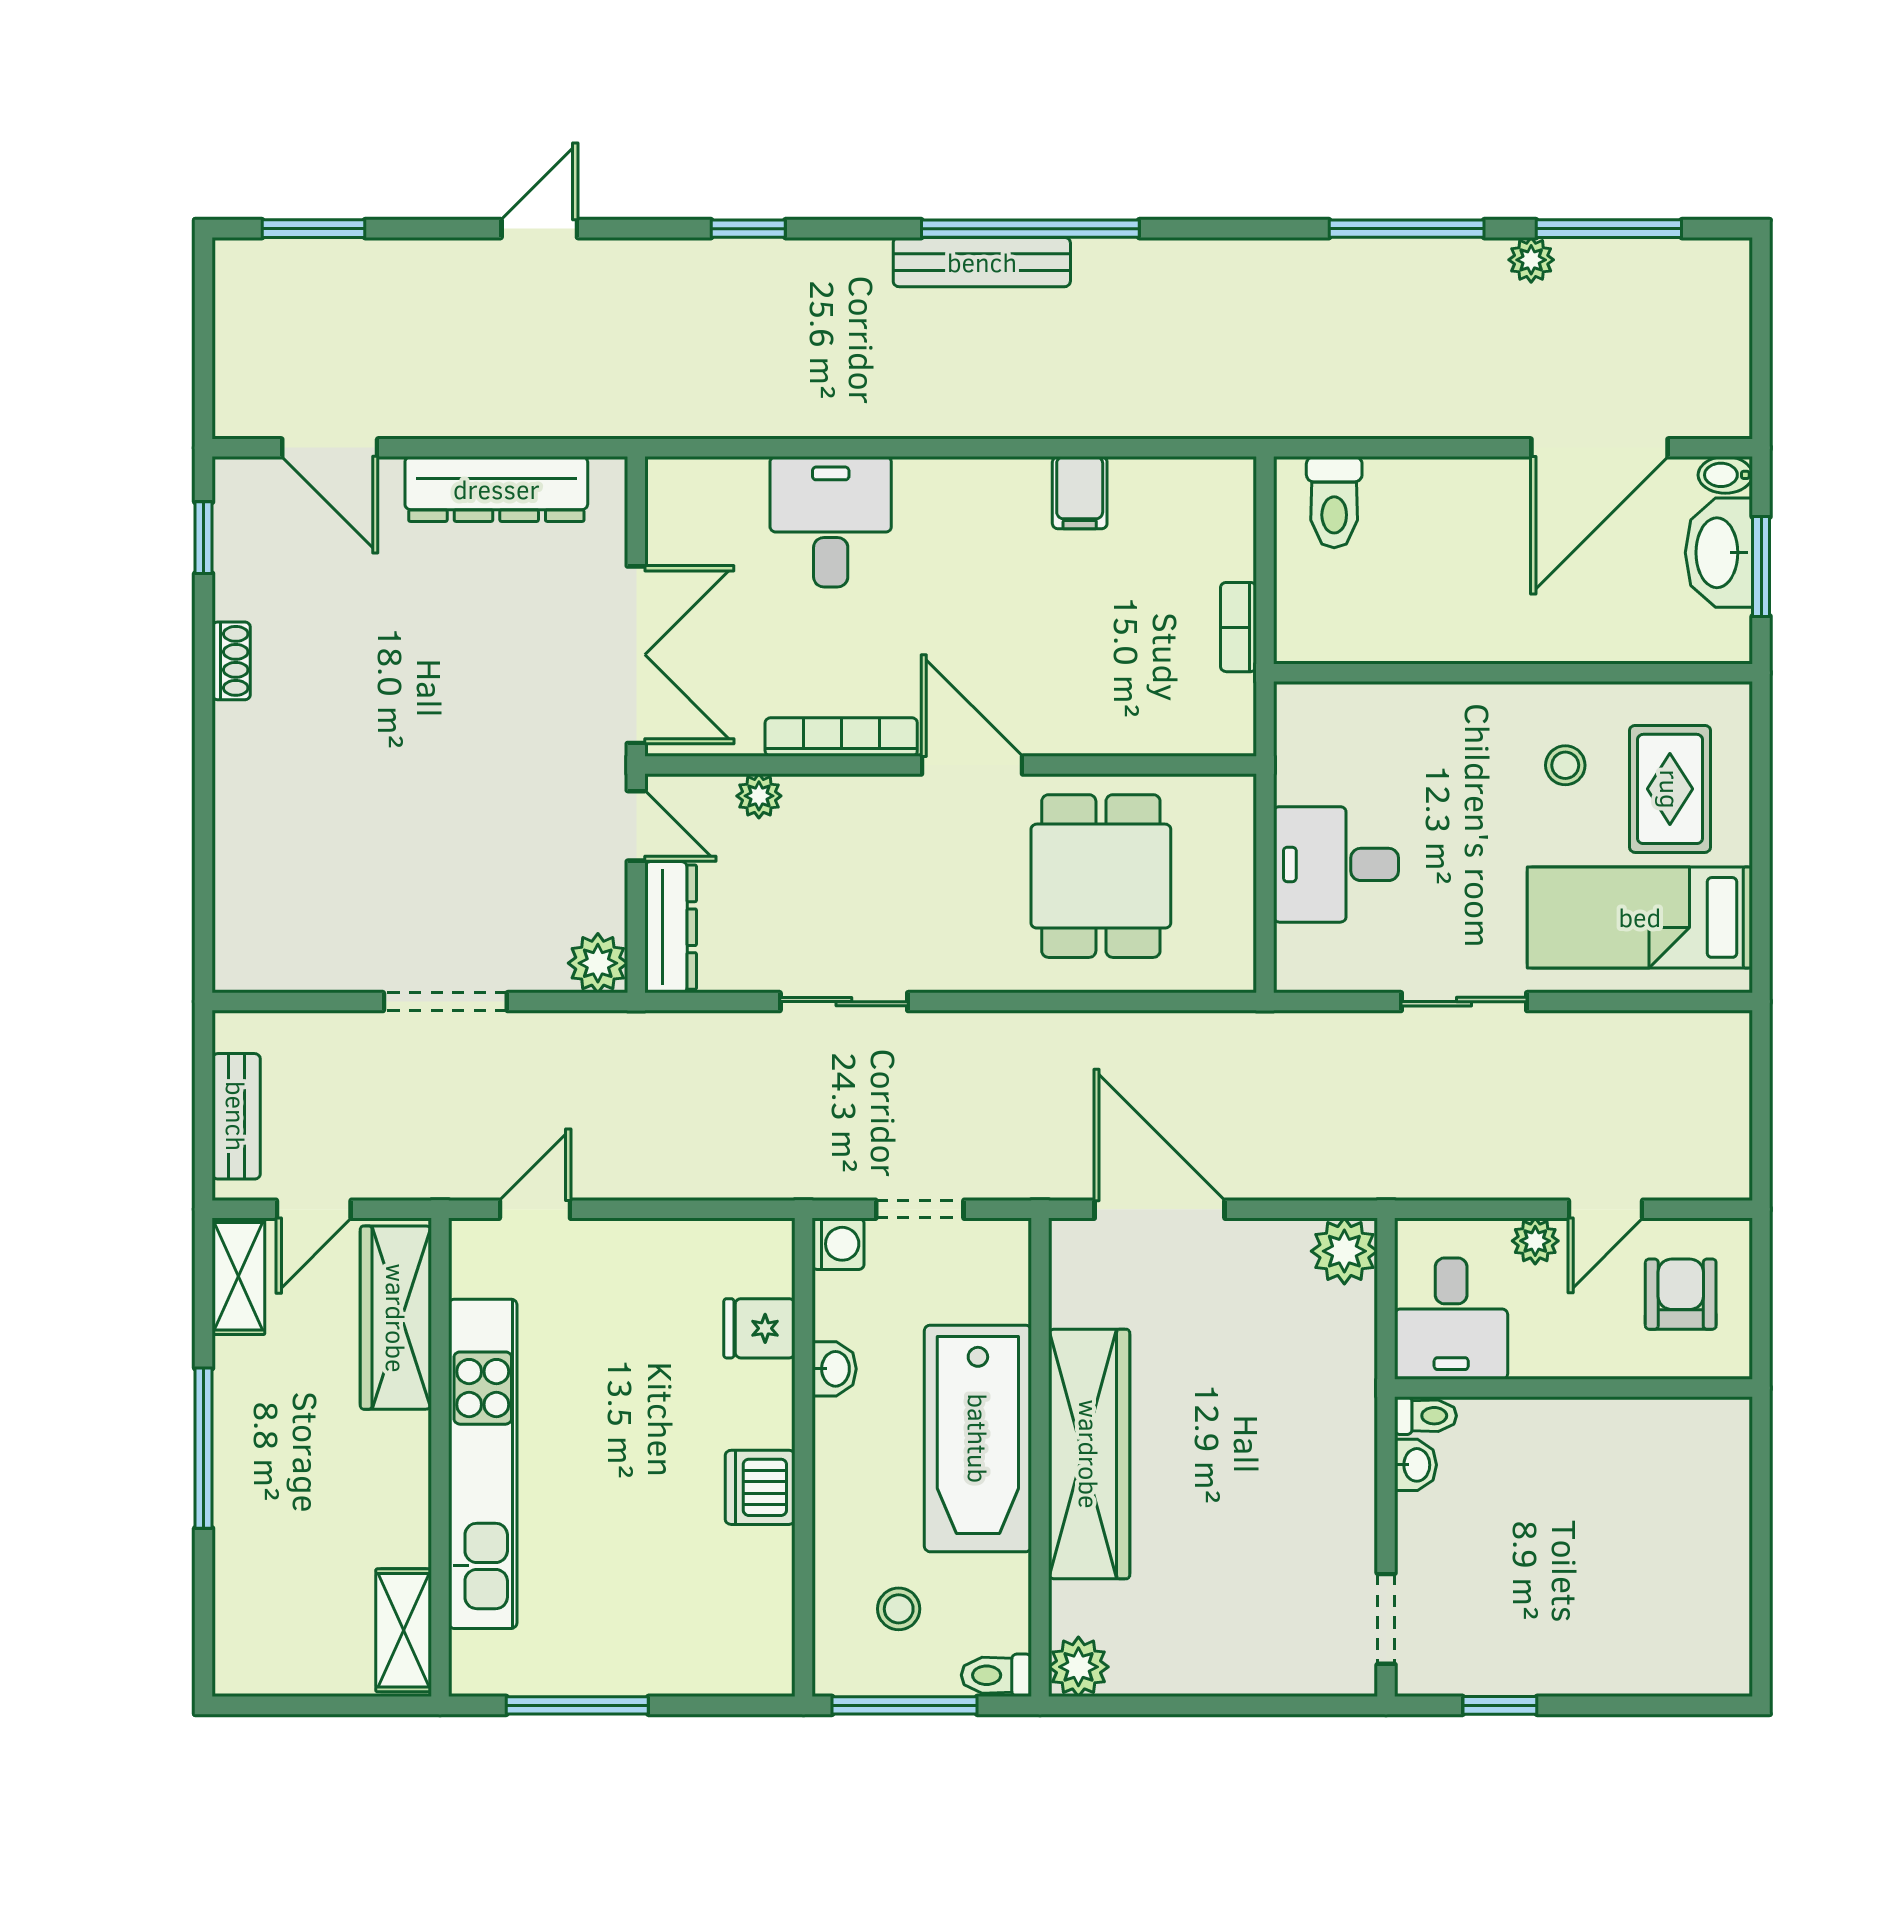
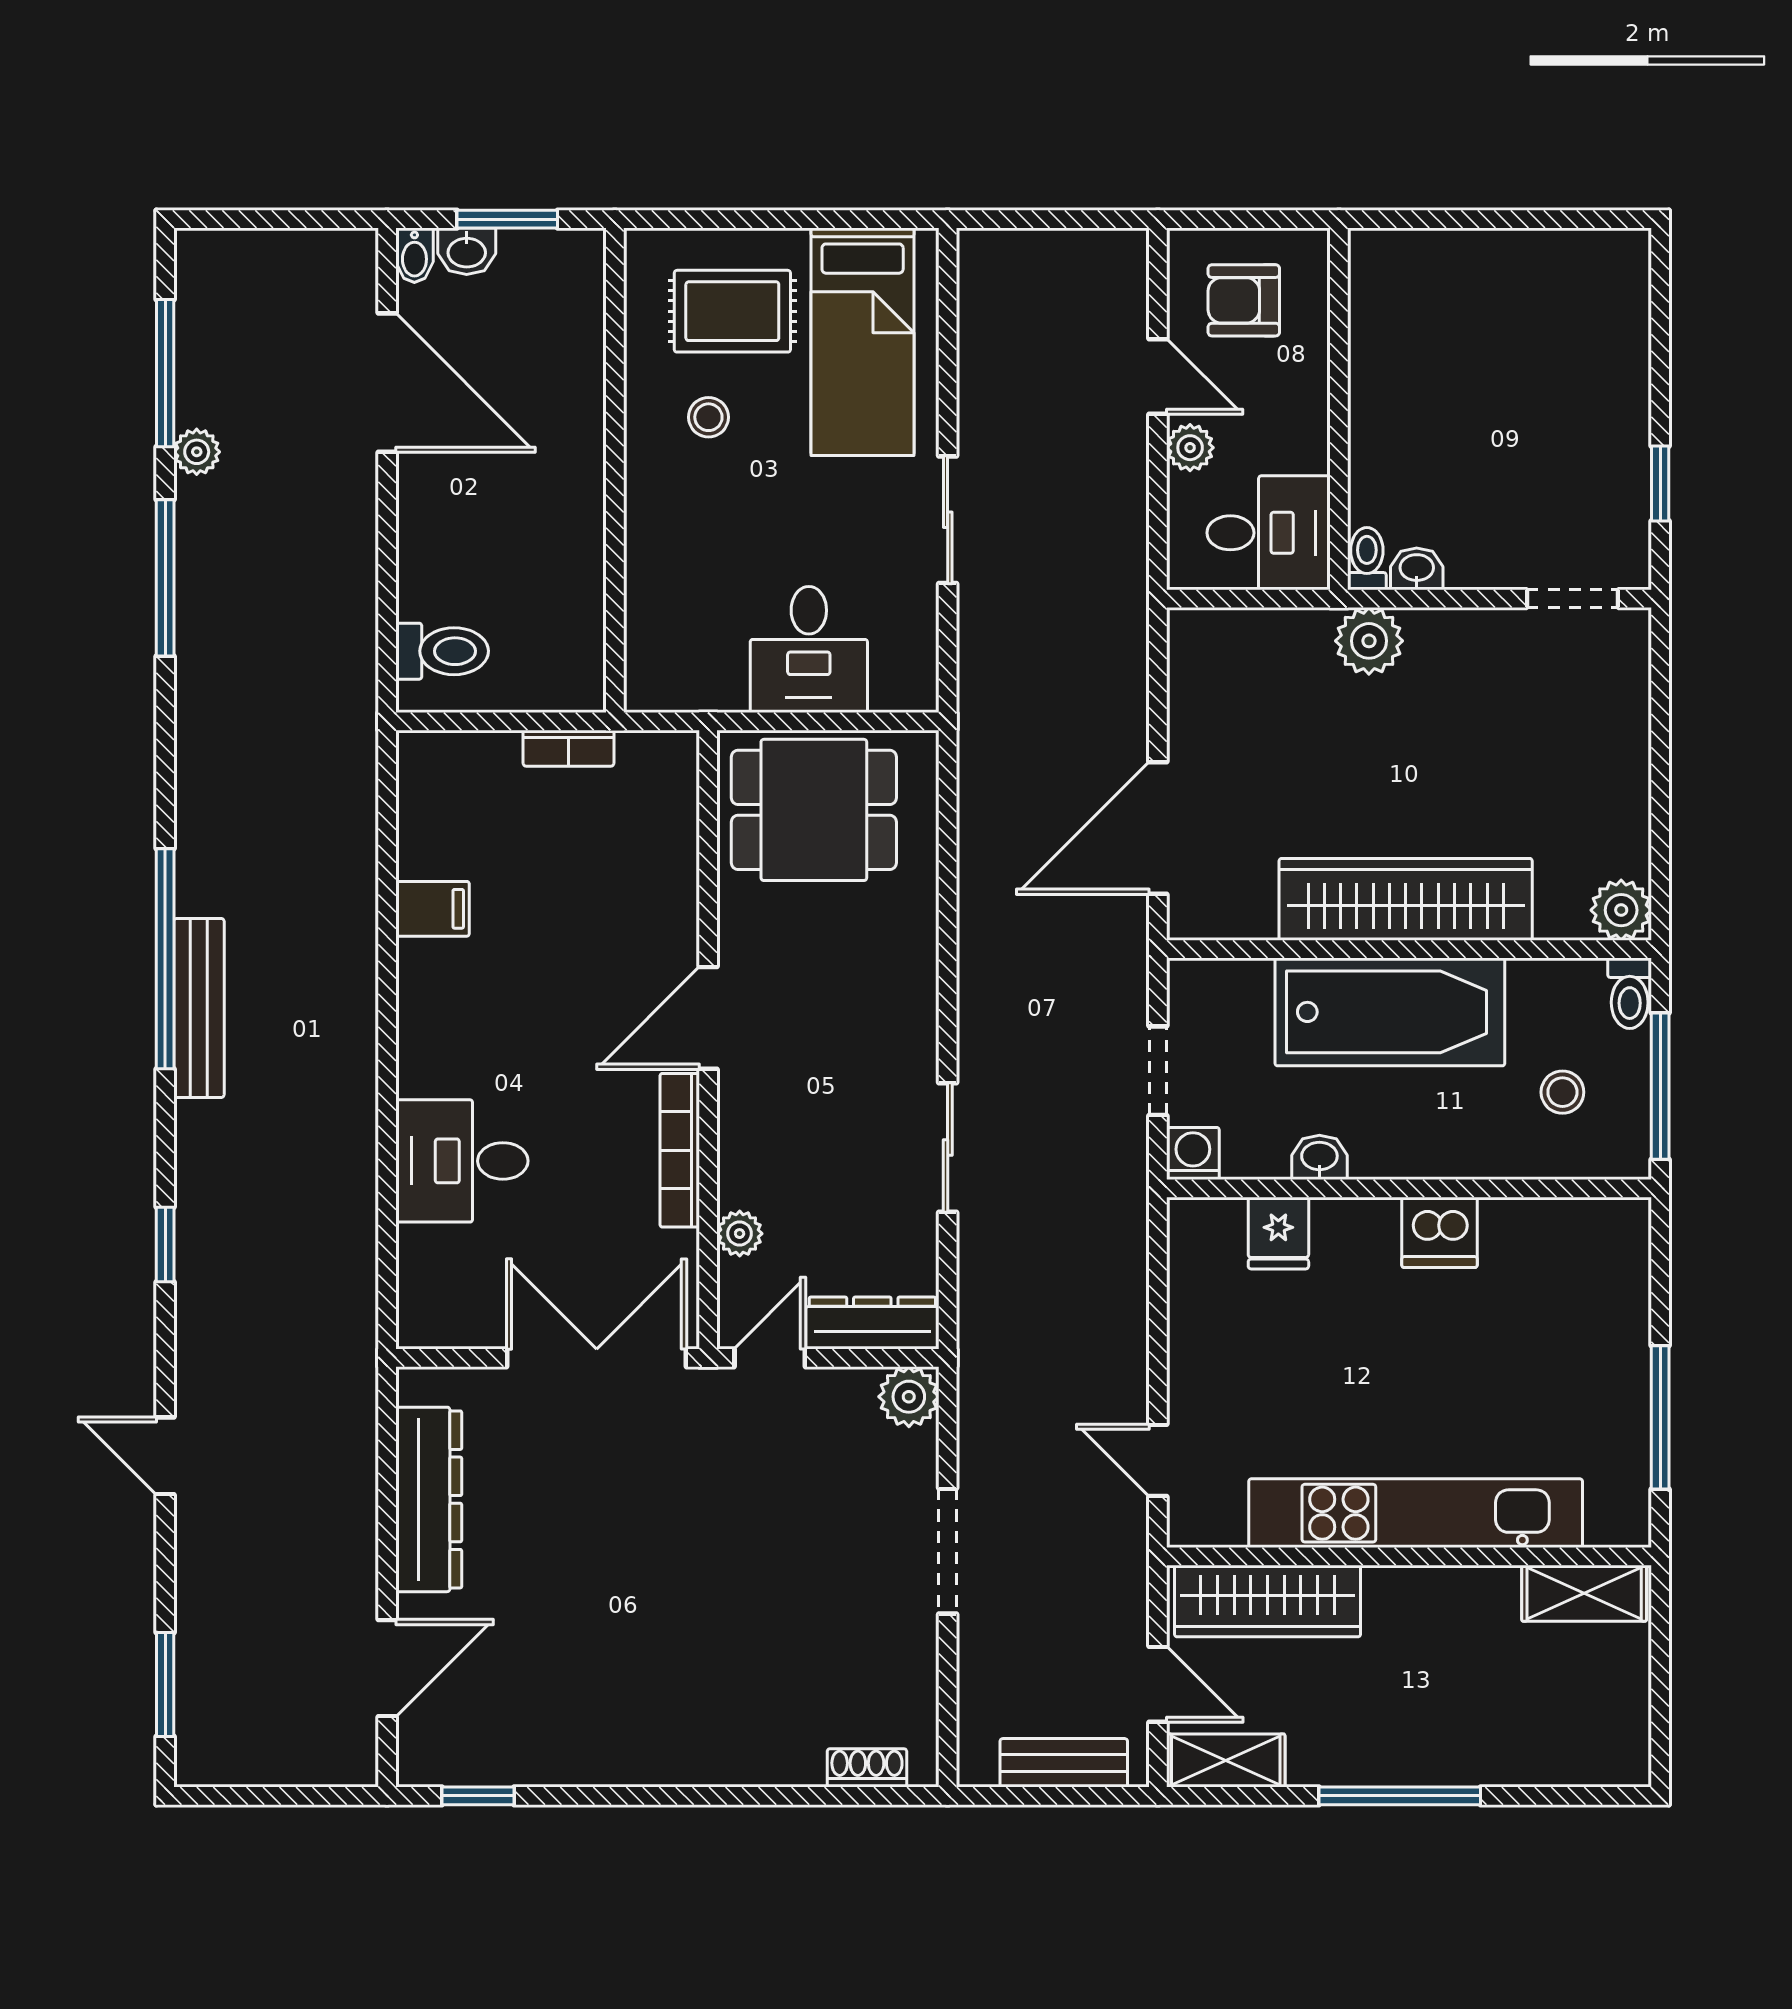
washbasin: (1719, 553) -> (467, 251), width x0.52, depth x0.69
shoe rack: (231, 661) -> (867, 1768), moved
dining table: (1101, 876) -> (814, 810), moved
plant: (1344, 1251) -> (1369, 641), moved

